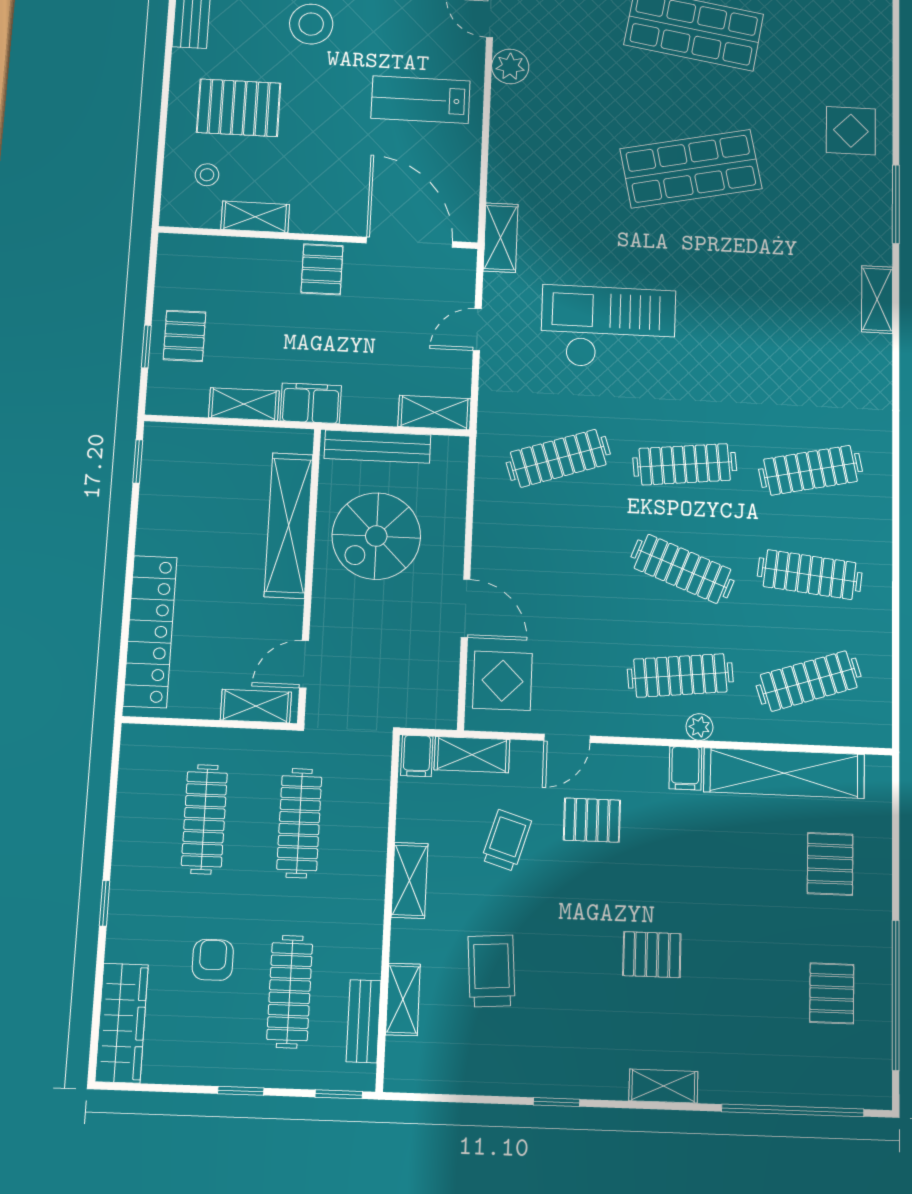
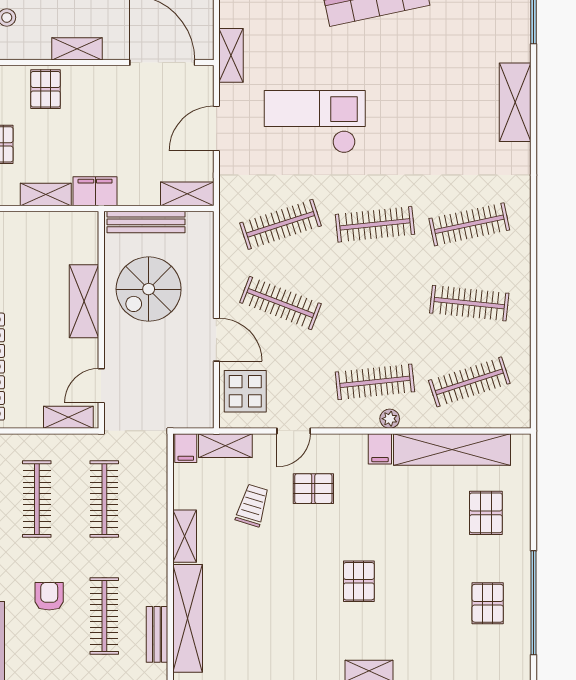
shelving: (255, 217) -> (77, 49), moved
pallet: (322, 269) -> (46, 89), moved
shelving: (877, 299) -> (515, 102), width x1.50, depth x1.33
door: (477, 330) -> (216, 128), width x1.38
shelving: (289, 525) -> (84, 301), width x0.68
clothes rail: (683, 569) -> (280, 303), moved
pallet: (652, 955) -> (359, 581), turned 90
trolley: (492, 971) -> (245, 597), removed
shelving: (403, 999) -> (188, 618), width x2.20, depth x1.33

